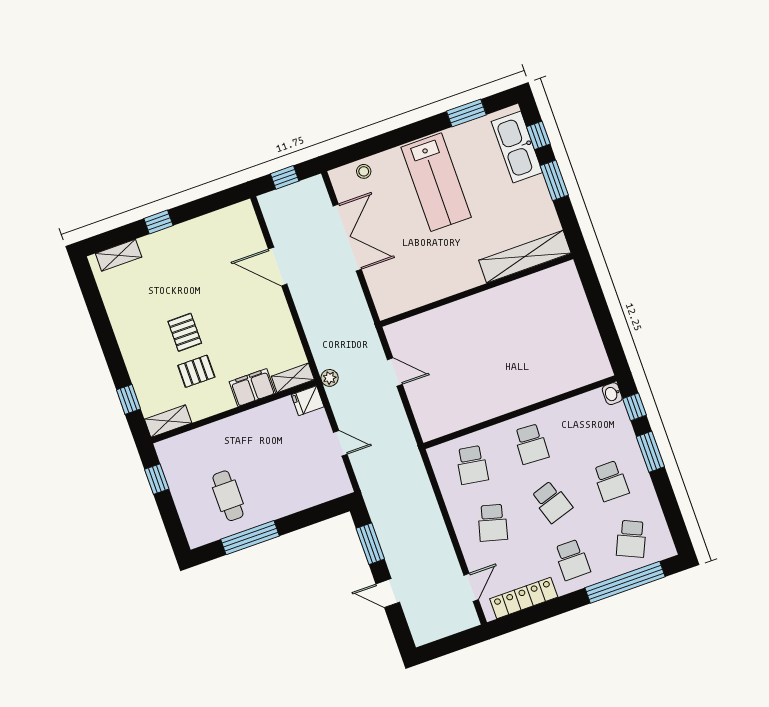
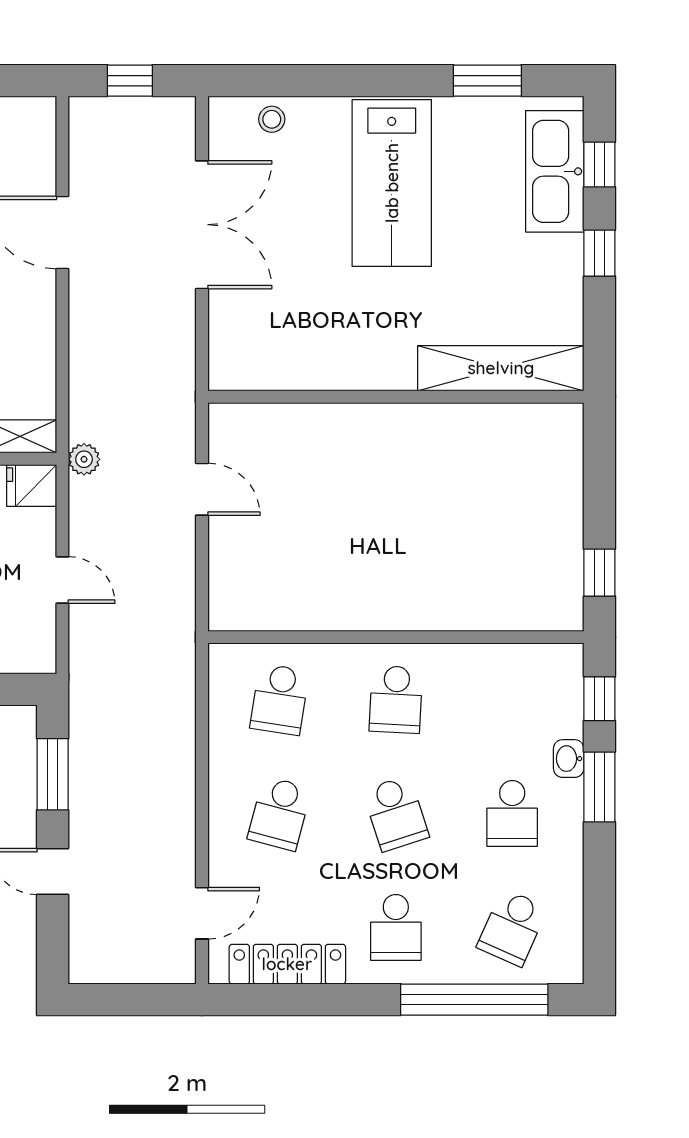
window: (554, 180) -> (599, 253), width x0.67
window: (612, 343) -> (599, 573), added
washbasin: (612, 394) -> (569, 759), moved

